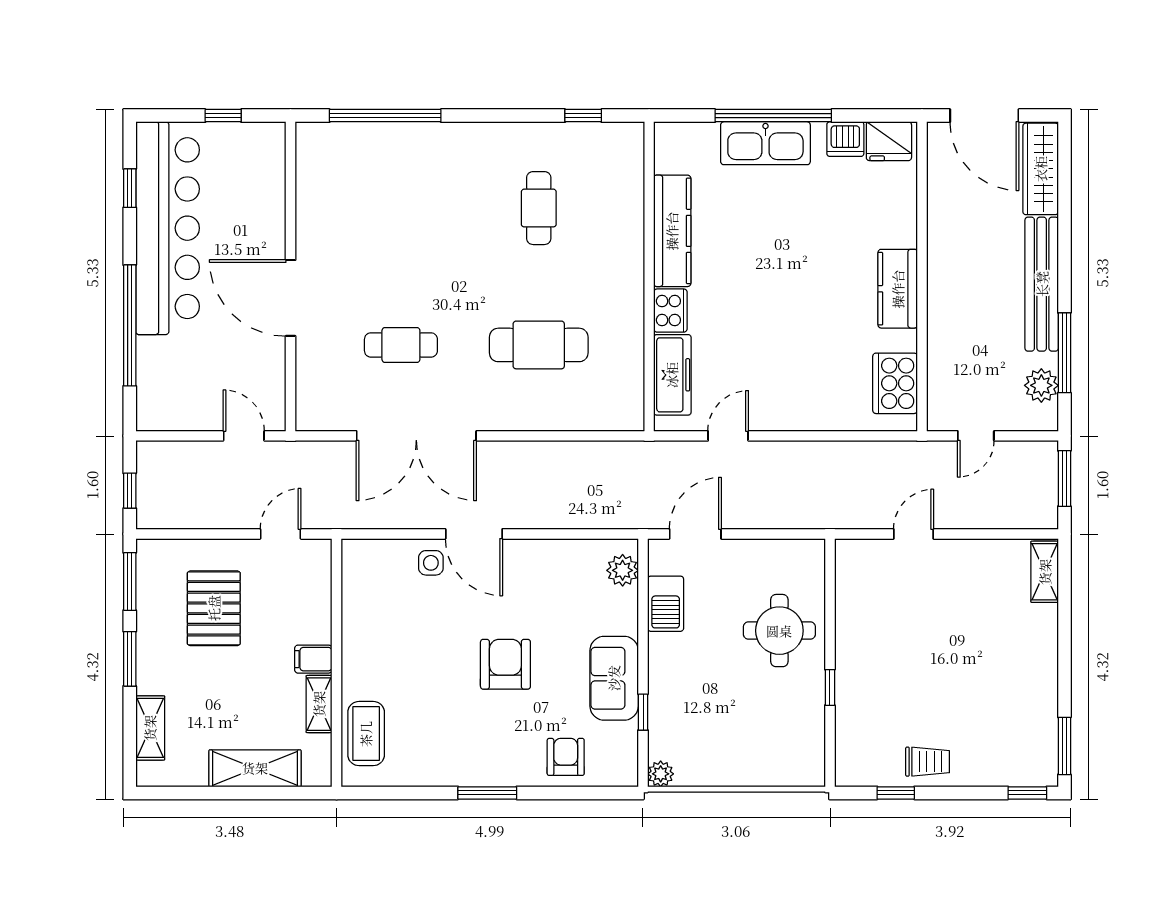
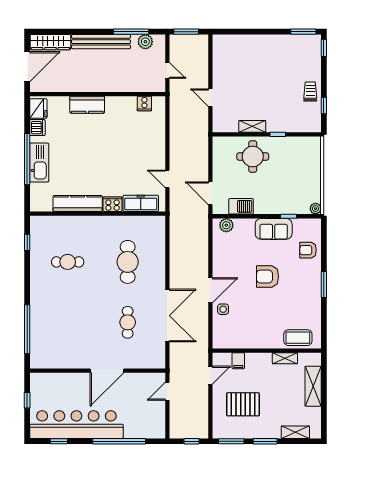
kitchen counter: (898, 289) -> (87, 105), moved
cooker: (895, 383) -> (144, 104), width x0.53, depth x0.76
door: (280, 534) -> (210, 375), swing flipped
shelving: (1045, 572) -> (252, 126), moved
filing cabinet: (313, 659) -> (238, 361), moved

